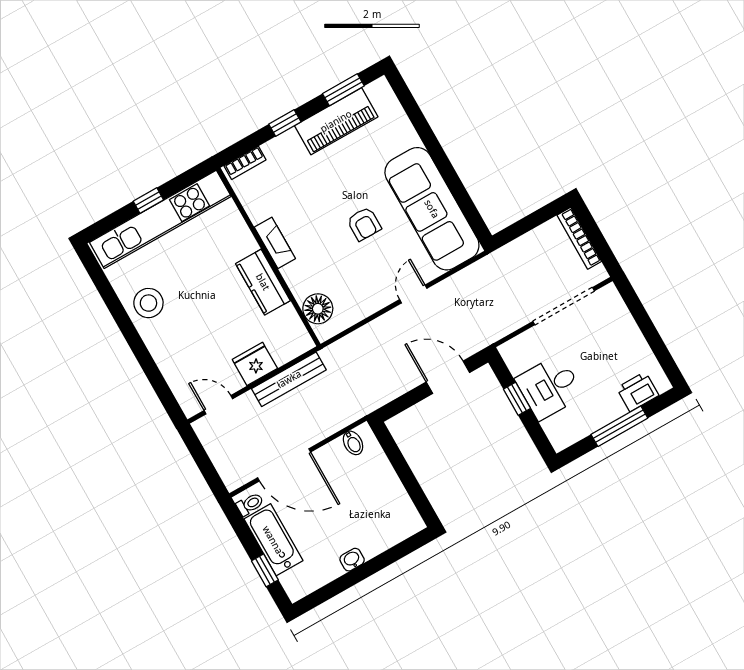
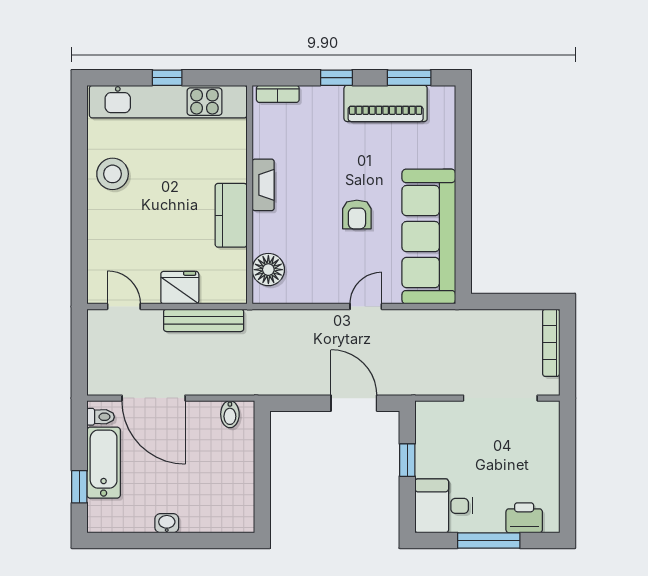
desk: (549, 387) -> (444, 506), moved

